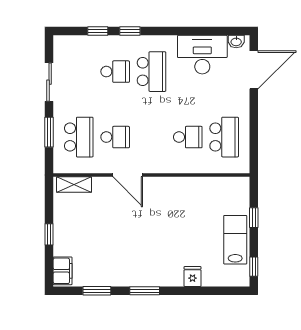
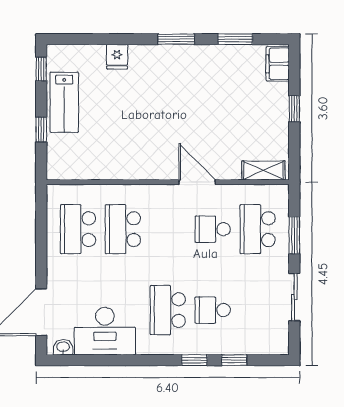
school desk: (188, 137) -> (123, 229), width x1.85

